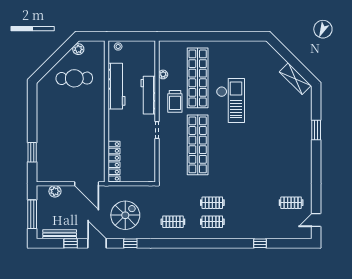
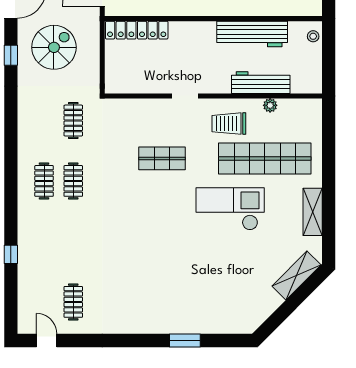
shelving: (232, 47) -> (313, 212), added
shelving: (295, 79) -> (296, 276), moved
workbench: (148, 95) -> (261, 83), moved
checkout: (230, 100) -> (230, 209), turned 180
shop shelf: (198, 145) -> (162, 158), width x0.50, depth x0.74
spiral stairs: (125, 215) -> (54, 47), turned -90
clothes rail: (173, 222) -> (73, 121), moved

